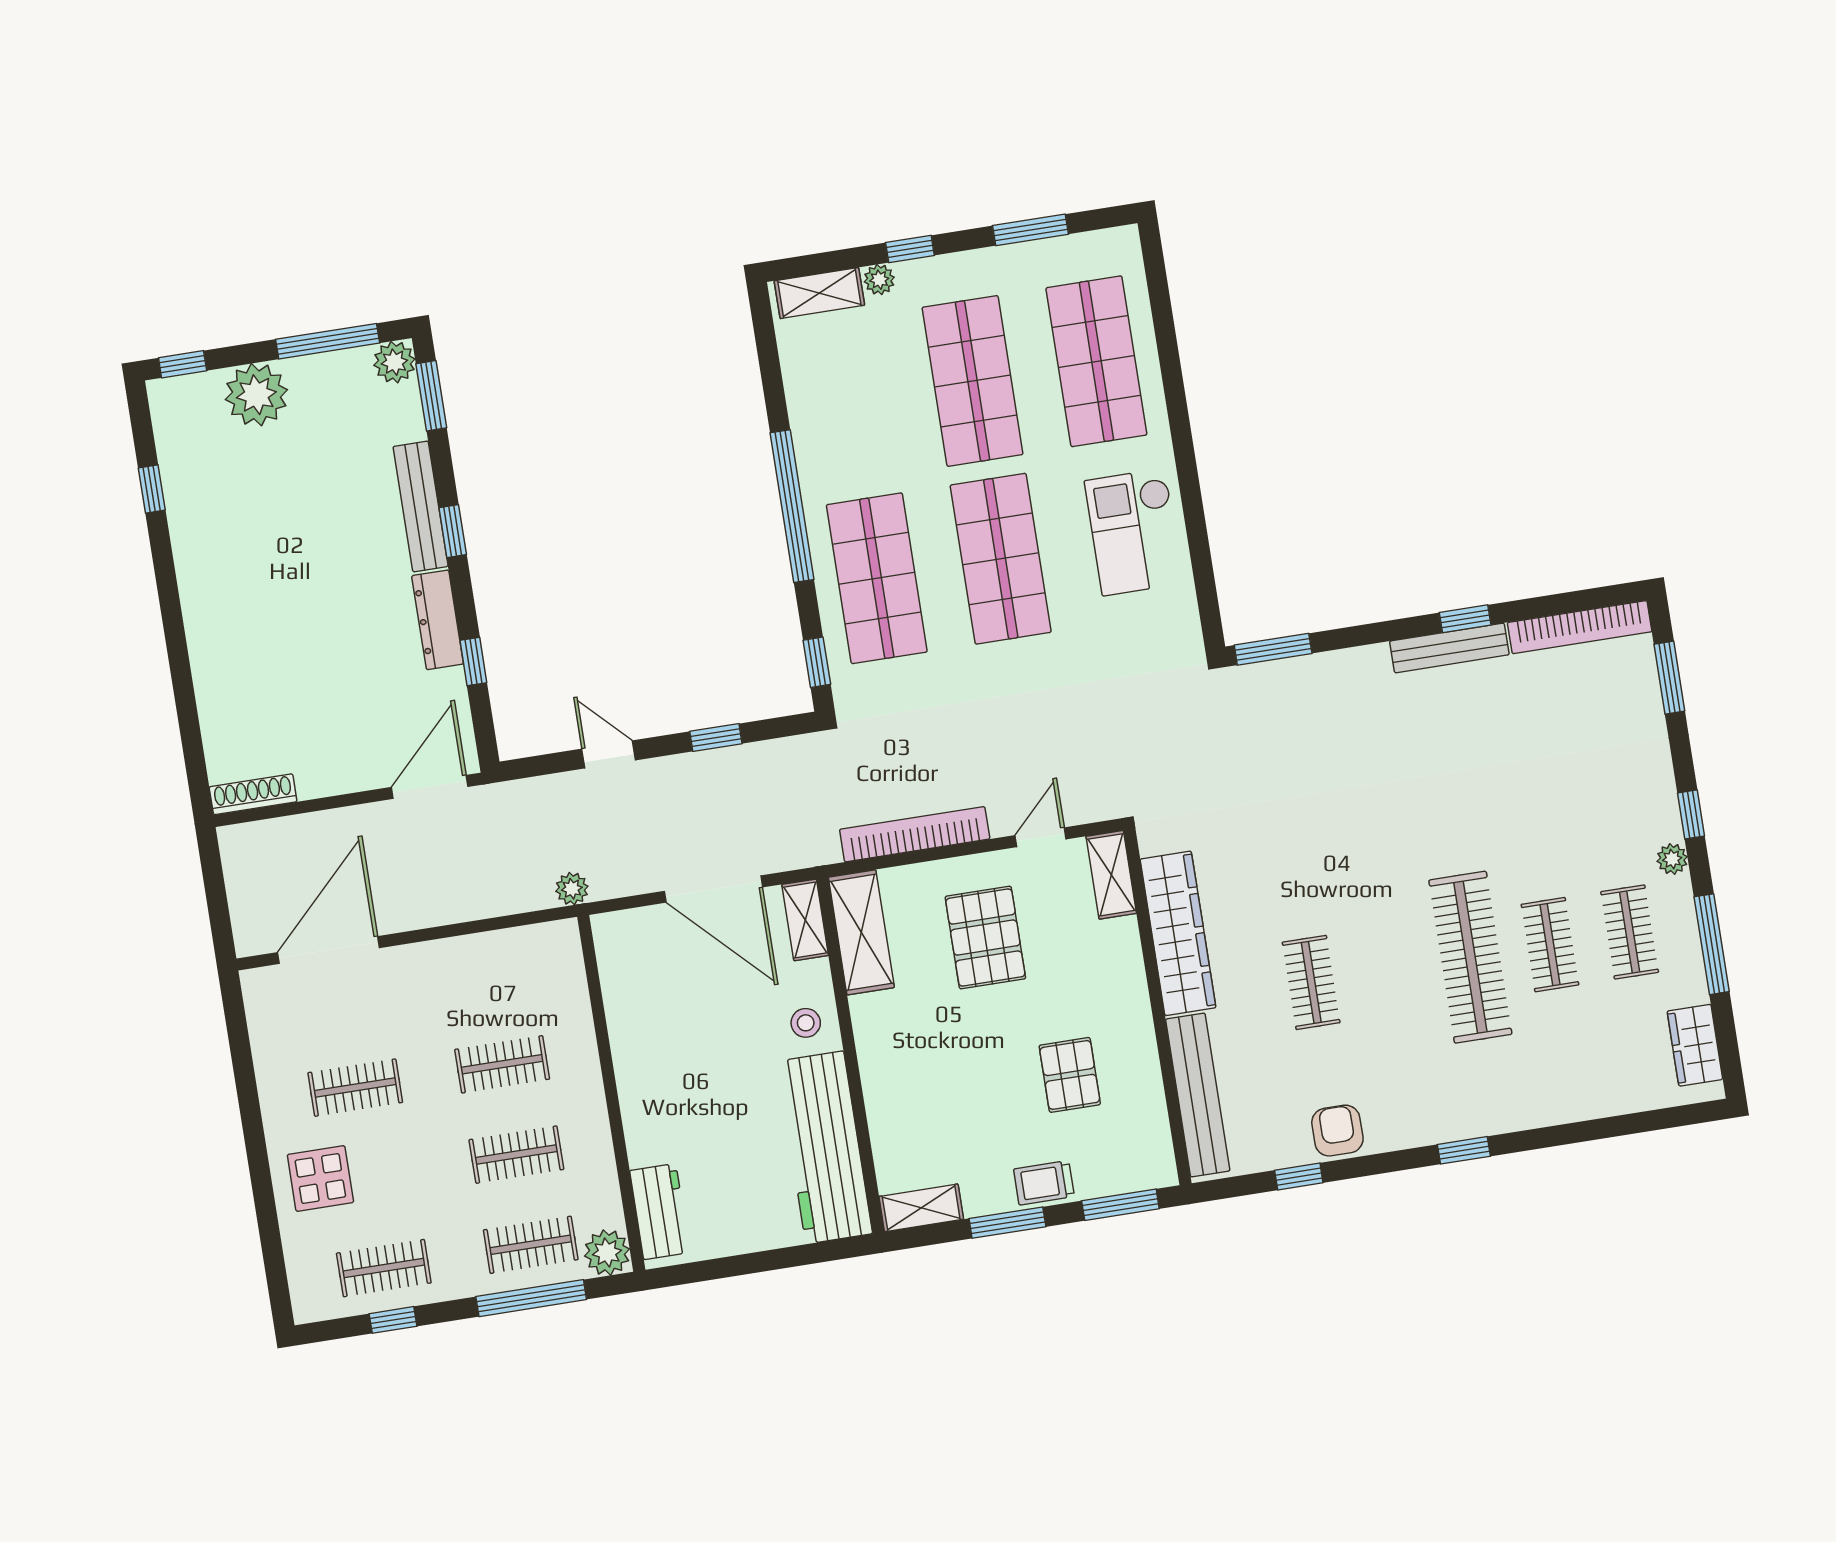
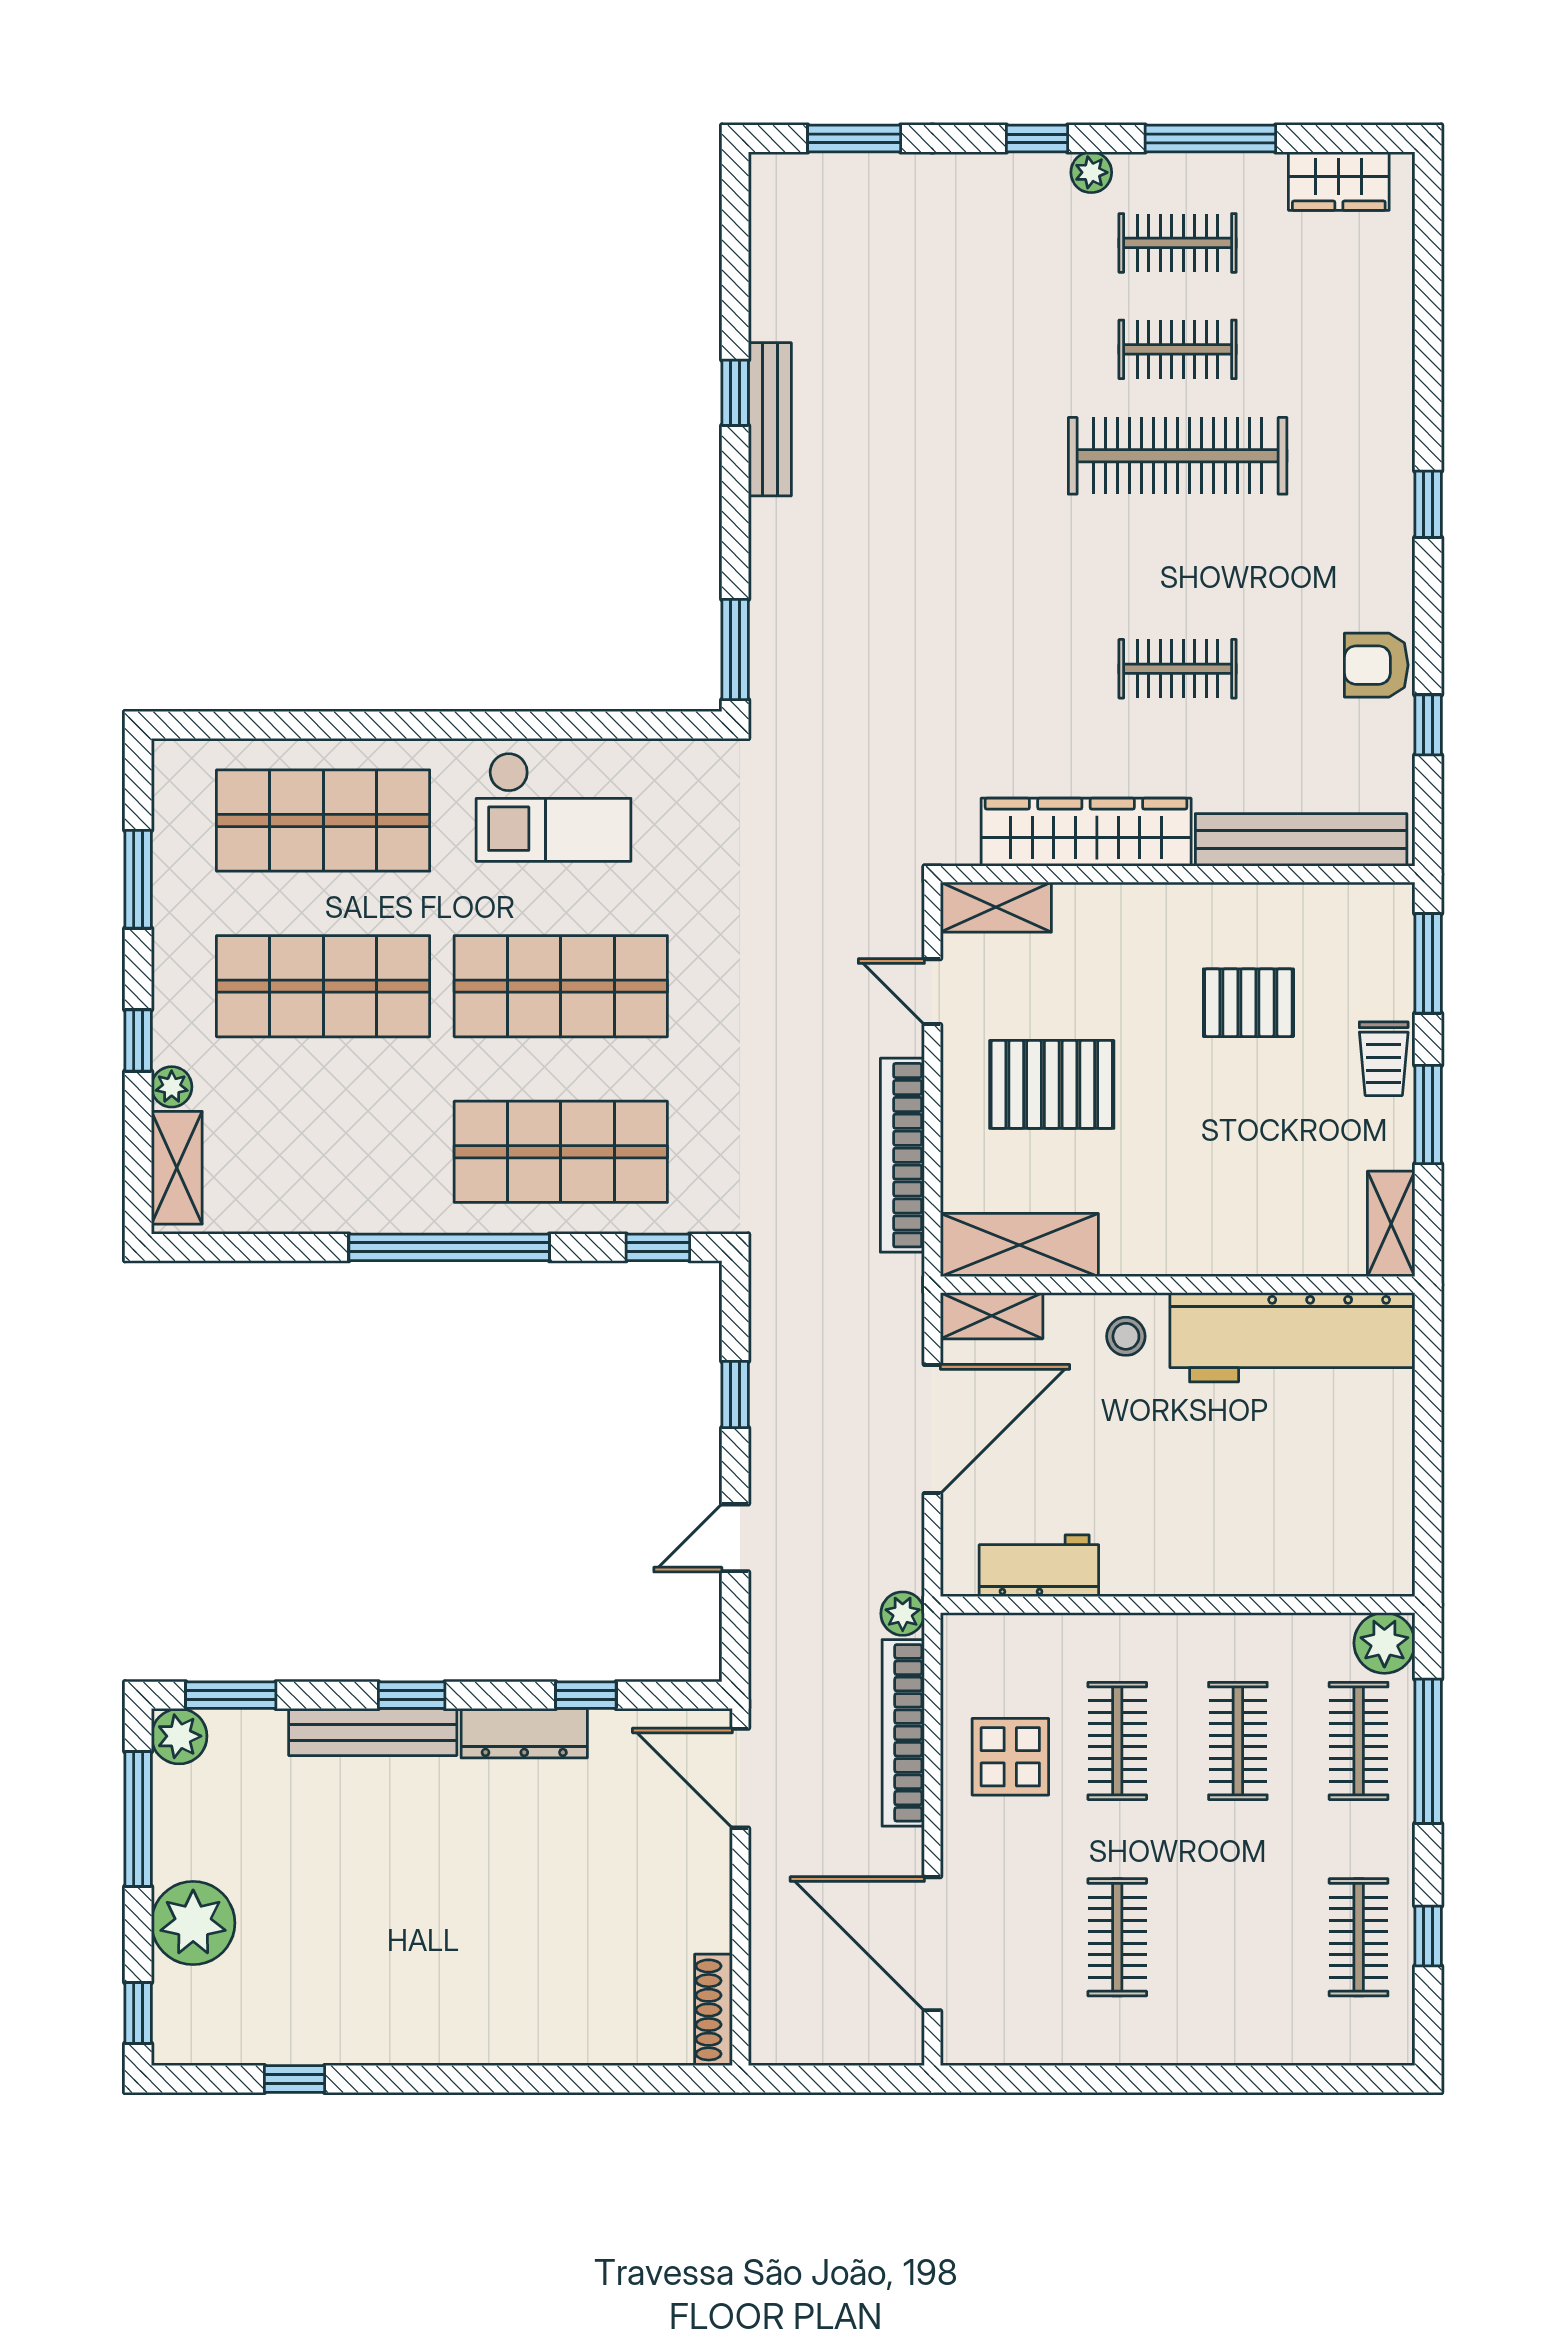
bookcase: (1580, 627) -> (903, 1733), moved, turned 180
display table: (320, 1179) -> (1010, 1757), moved
workbench: (660, 1212) -> (1039, 1566), moved

